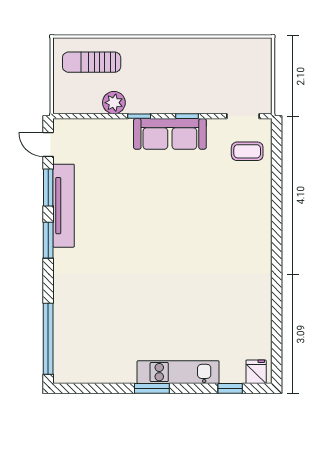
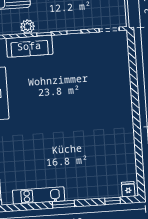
sofa: (170, 134) -> (29, 46), moved
coffee table: (247, 151) -> (113, 51), removed
kitchen unit: (178, 372) -> (39, 196), moved

